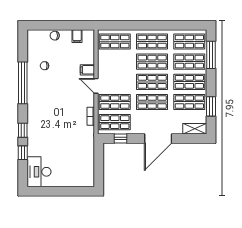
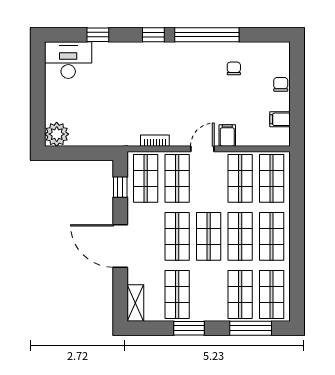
shop shelf: (189, 82) -> (240, 178), moved
window: (211, 106) -> (189, 328), moved
window: (23, 130) -> (153, 35), moved
plant: (87, 179) -> (57, 134), added

